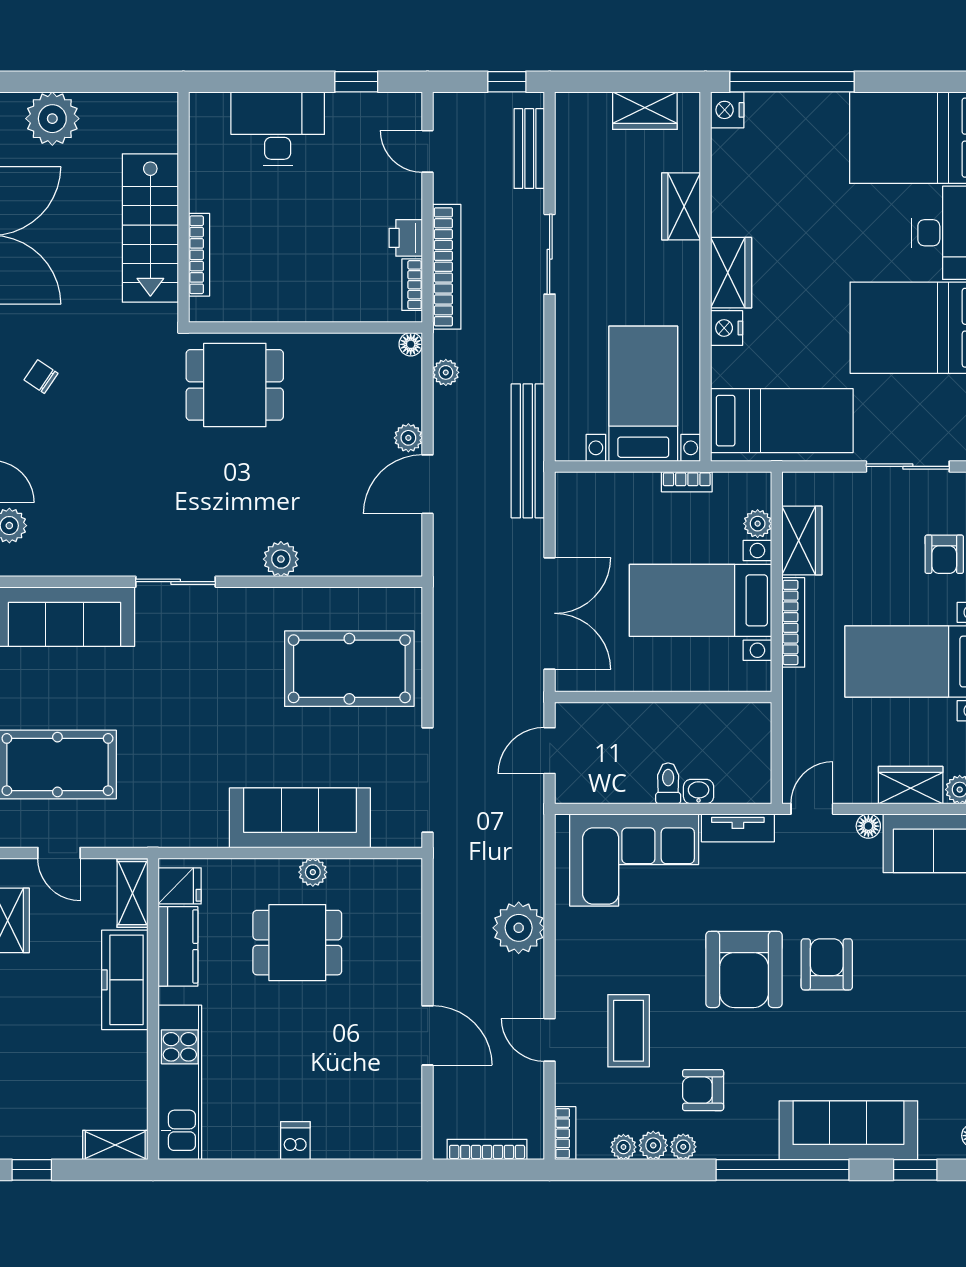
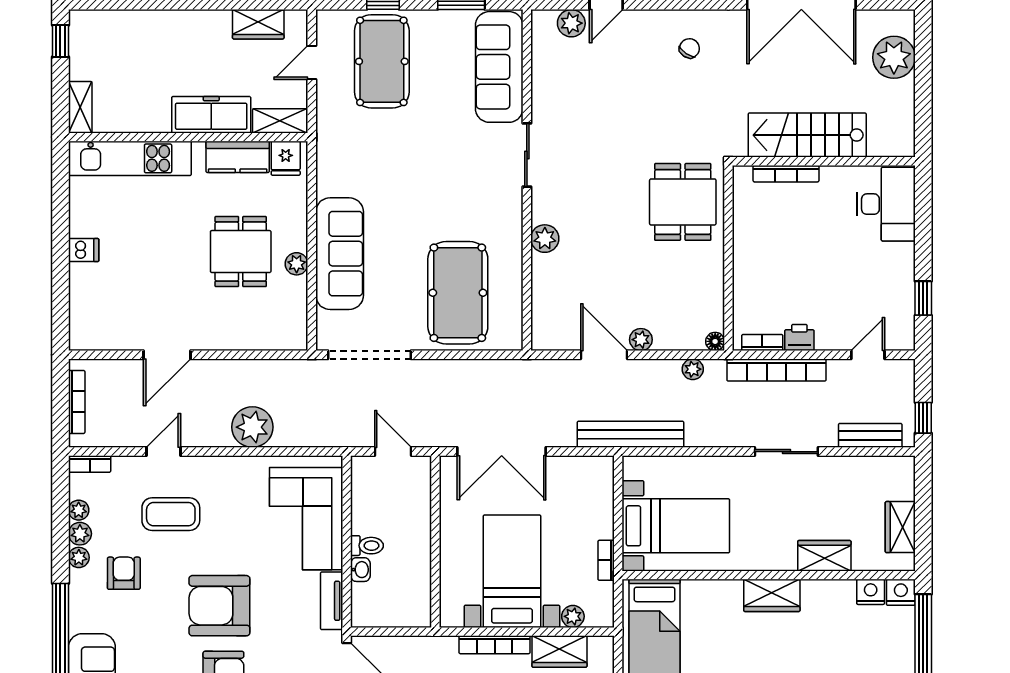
desk: (278, 129) -> (886, 204), moved
nightstand: (727, 328) -> (871, 592), moved

